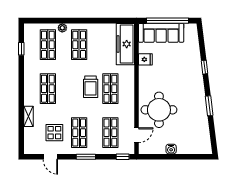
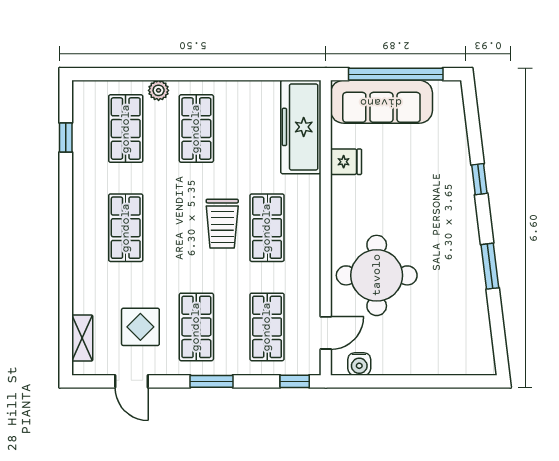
shelving: (29, 116) -> (82, 338), moved
water cooler: (171, 149) -> (359, 364), moved

